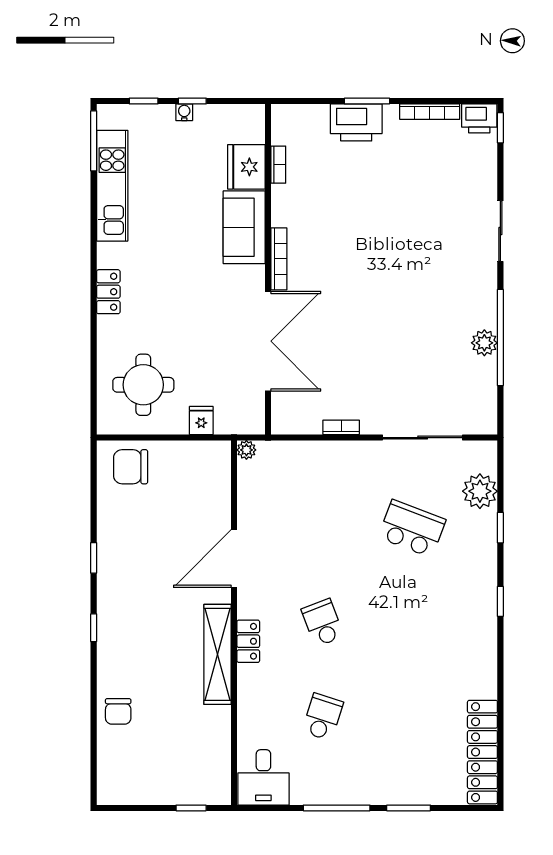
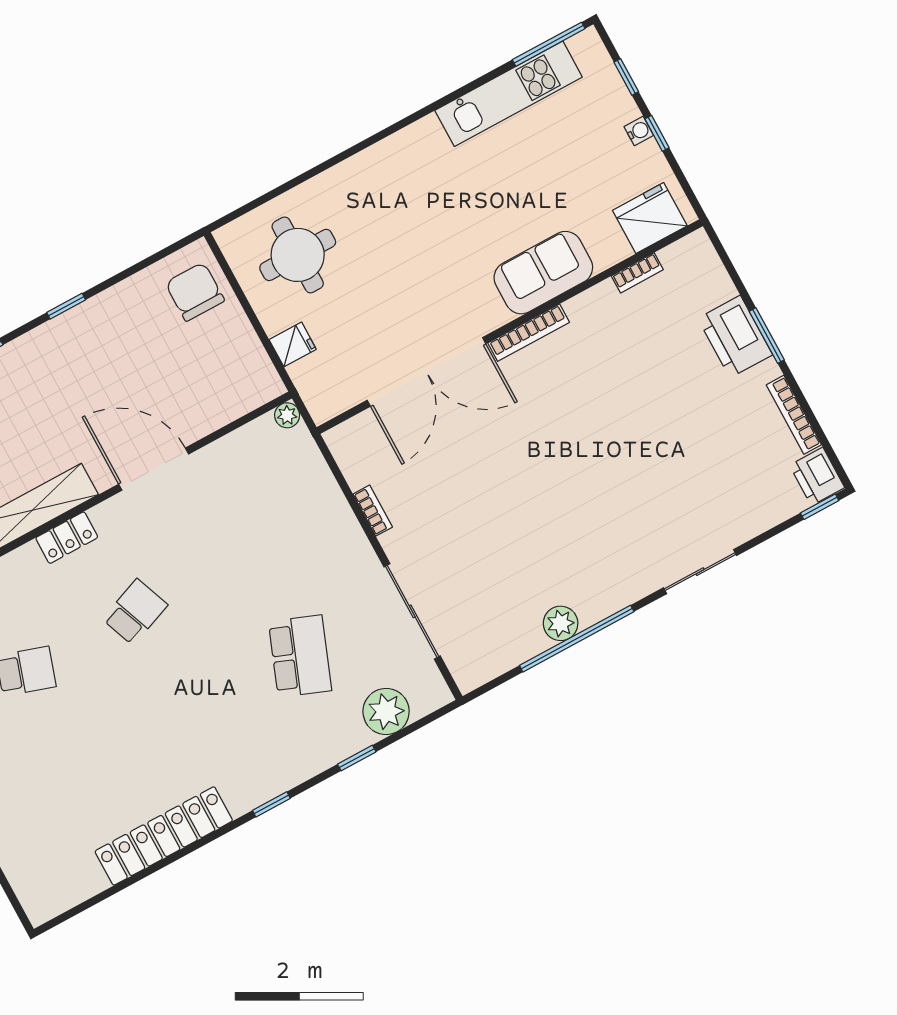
fridge: (246, 167) -> (650, 218), moved
locker: (108, 292) -> (383, 156), removed
locker: (482, 752) -> (164, 836), moved

